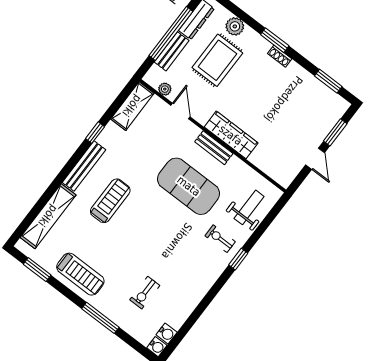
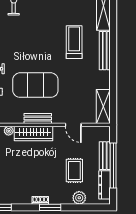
rug: (217, 60) -> (74, 171), width x0.73, depth x0.70
plant: (165, 89) -> (9, 131), moved
window: (95, 133) -> (113, 75), removed
treadmill: (110, 201) -> (74, 42), turned 180

